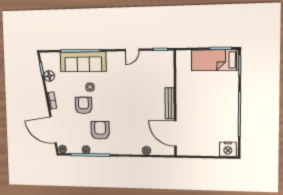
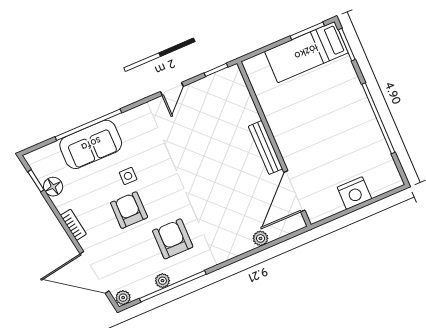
sofa: (83, 62) -> (91, 144), width x0.73
door: (175, 134) -> (294, 191), hinge flipped
nightstand: (228, 149) -> (354, 193), moved

